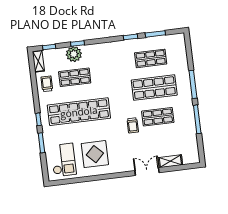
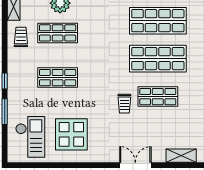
shop shelf: (151, 58) -> (158, 21), width x1.43, depth x1.36
shop shelf: (79, 112) -> (58, 78), width x0.50, depth x0.74
shelving: (170, 161) -> (181, 156), moved

